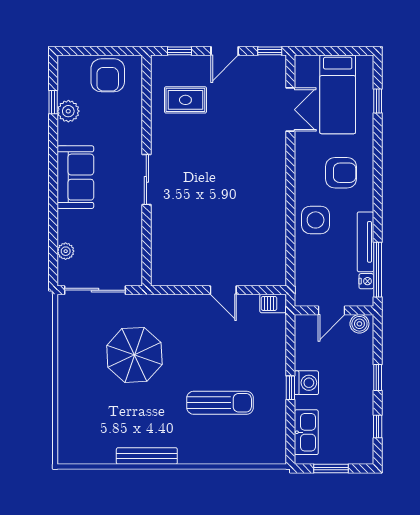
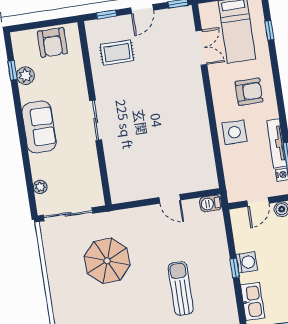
sun lounger: (220, 403) -> (181, 288), turned -90

